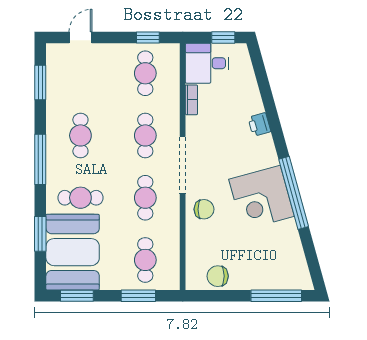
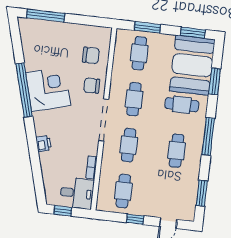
window: (148, 37) -> (135, 219), moved
chair: (218, 276) -> (91, 55), moved

